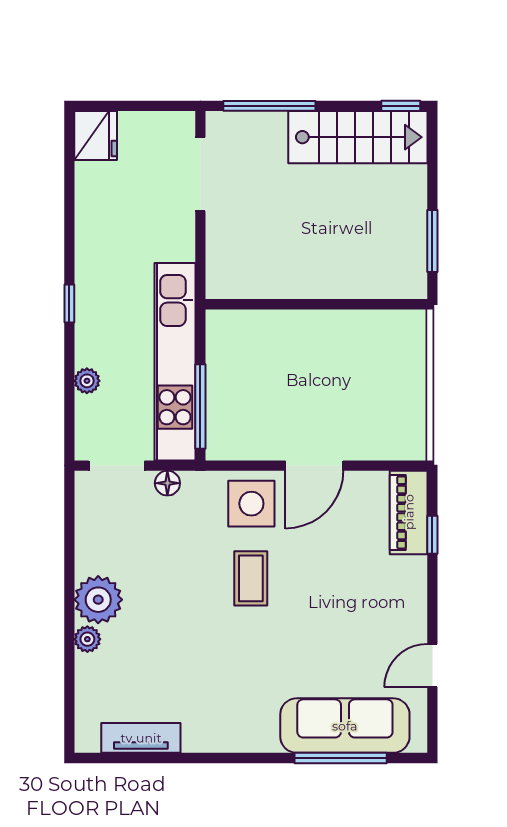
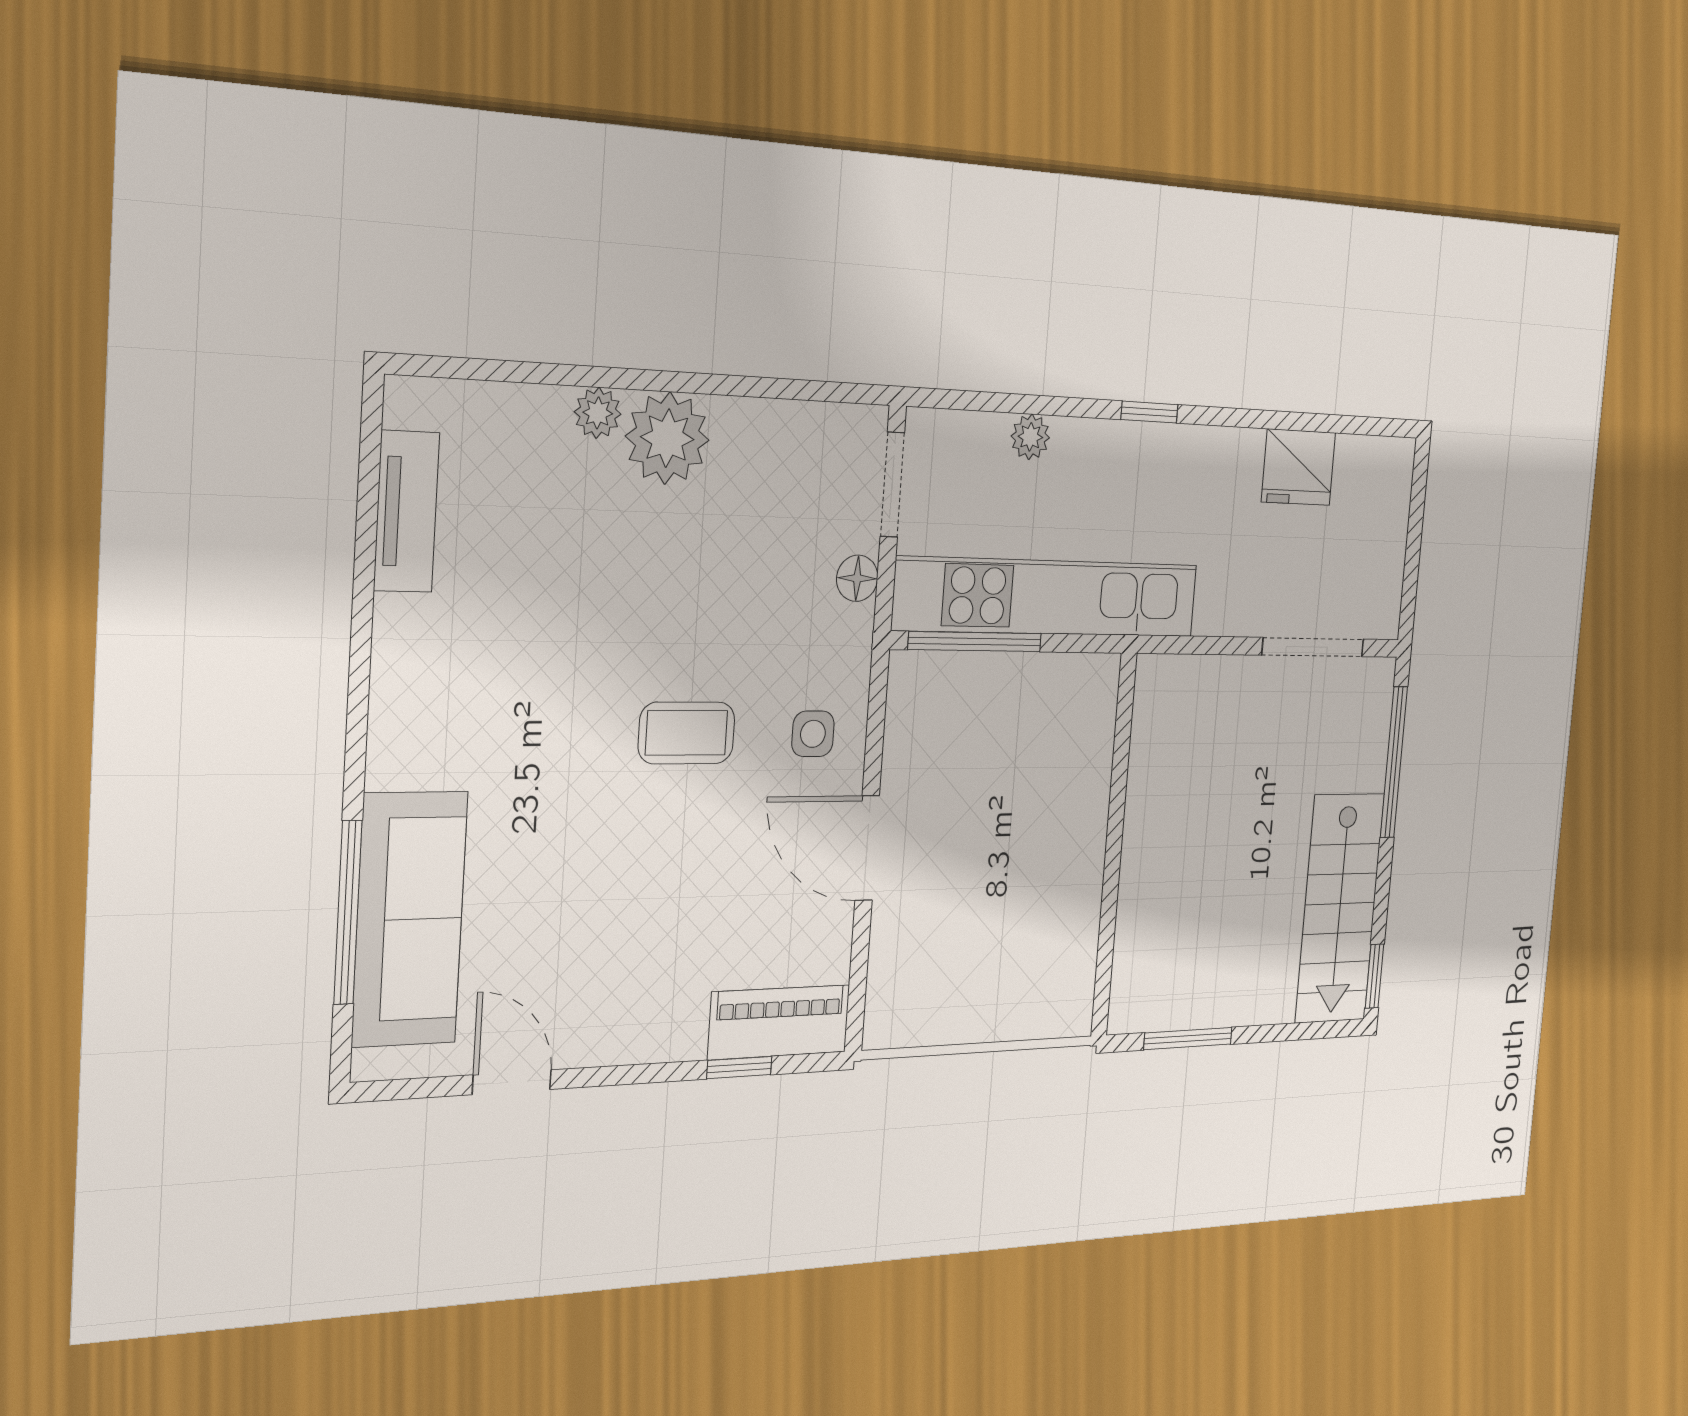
fridge: (96, 136) -> (1298, 467), moved
side table: (251, 504) -> (813, 734), width x0.54, depth x0.54

